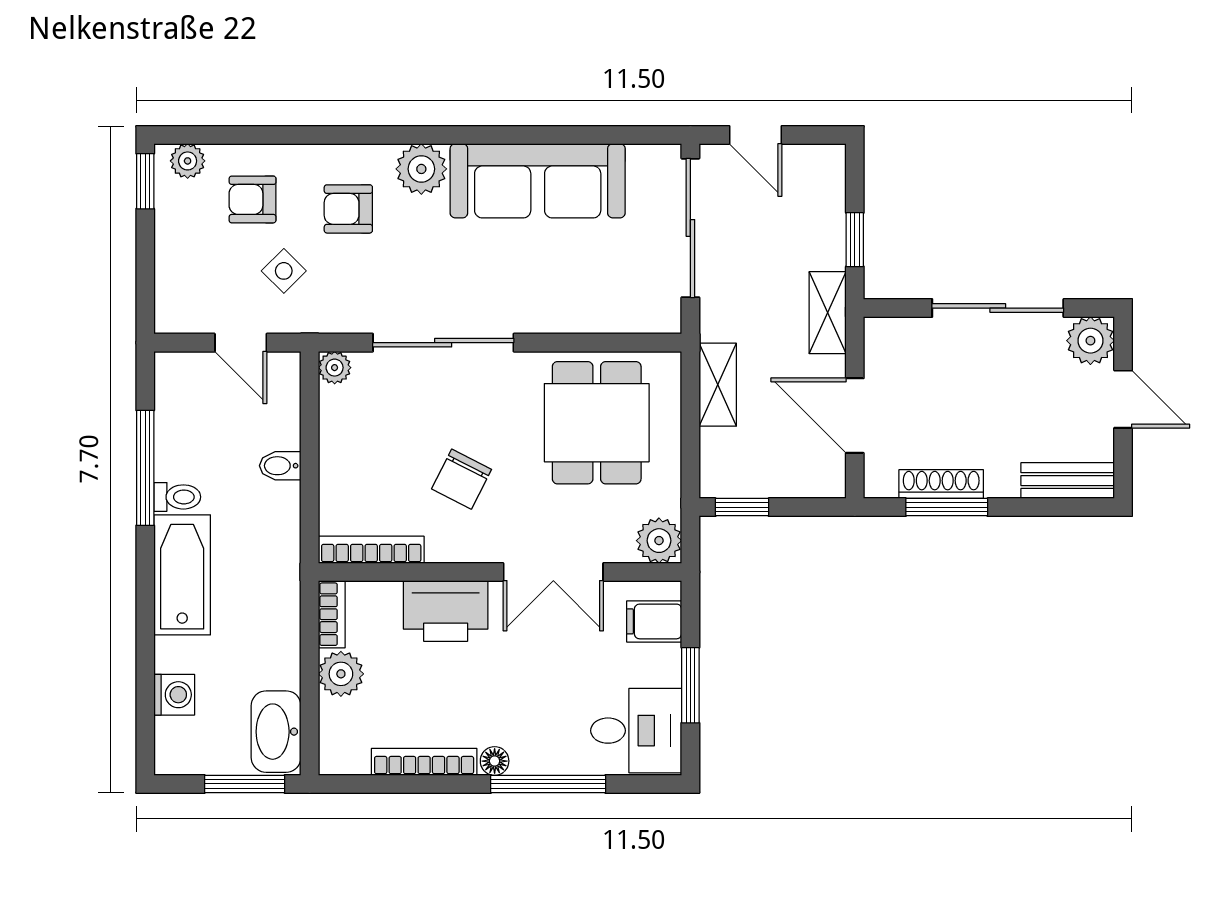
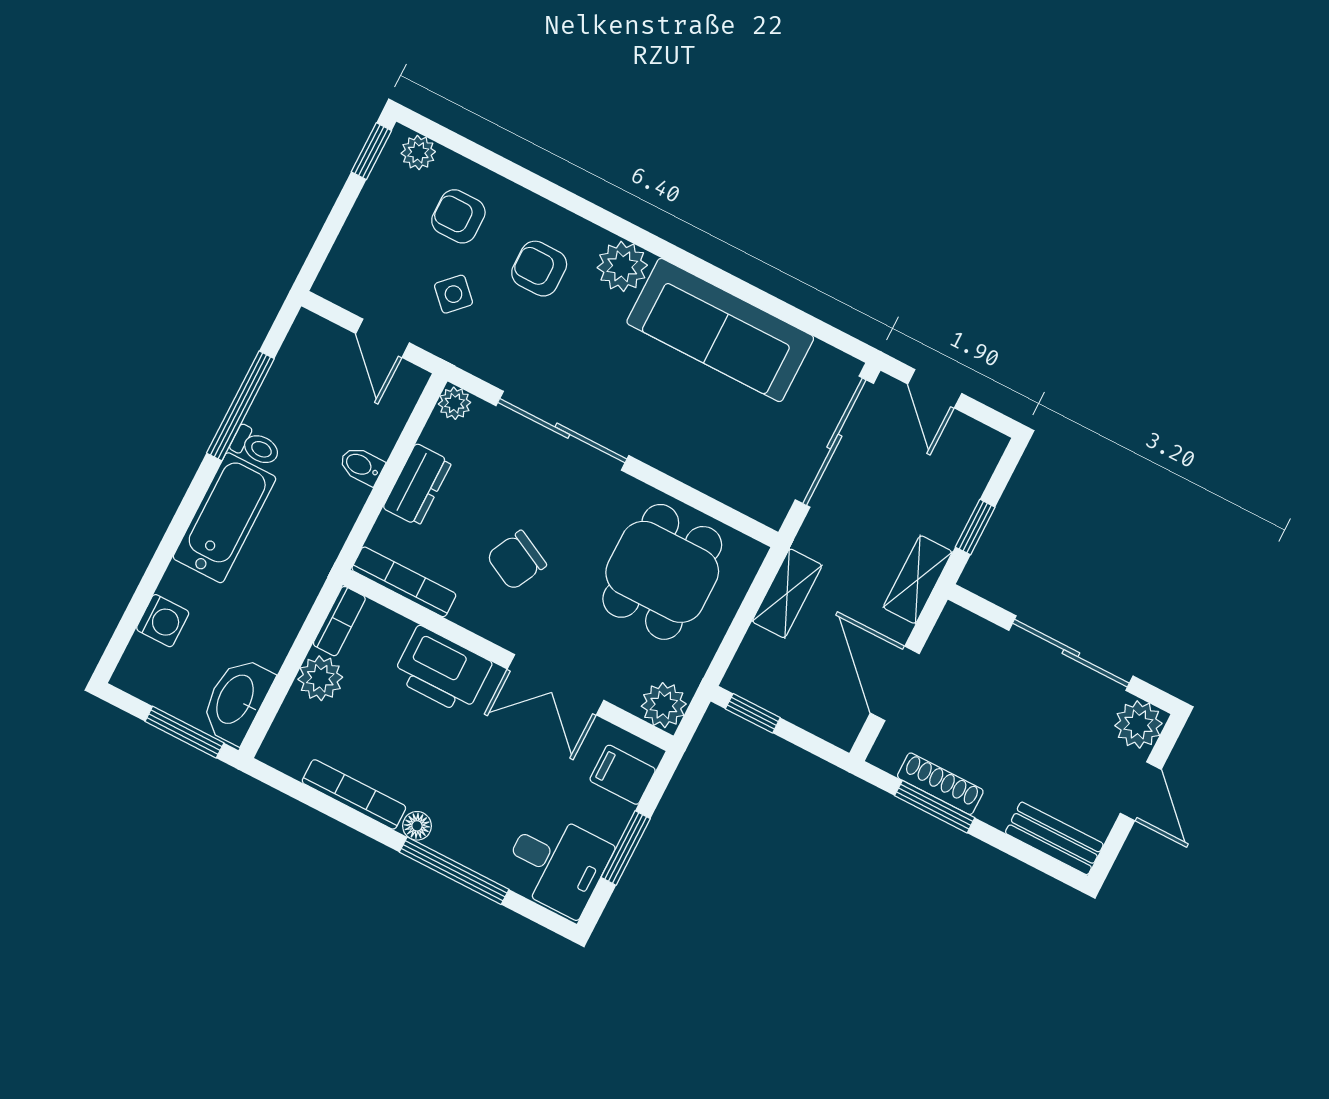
dresser: (339, 457) -> (417, 485), added

